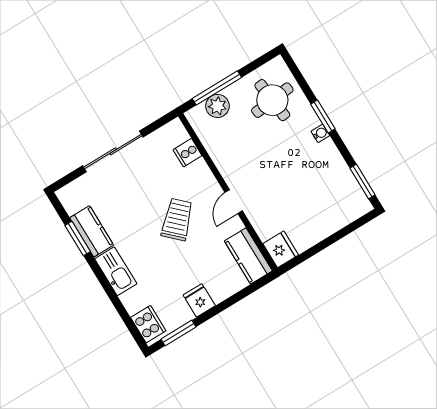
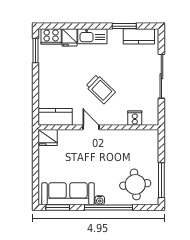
window: (217, 88) -> (161, 180), moved
plant: (217, 106) -> (151, 151), removed
window: (323, 116) -> (108, 207), width x2.11
sofa: (337, 179) -> (68, 194), added
kitchen counter: (92, 231) -> (139, 36), moved
fridge: (199, 300) -> (69, 37), moved, turned 90

